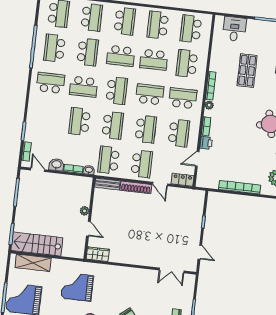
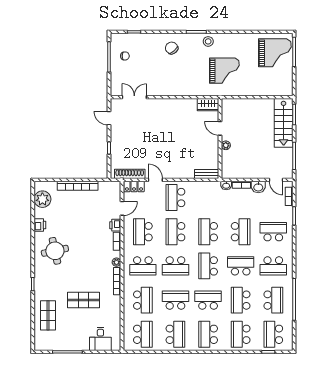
shop shelf: (247, 71) -> (83, 300), turned 90
school desk: (109, 160) -> (273, 232), moved, turned -90
shoe rack: (136, 187) -> (130, 174), moved
stairs: (37, 244) -> (284, 123), moved, turned 90
shelving: (33, 263) -> (270, 89), removed

